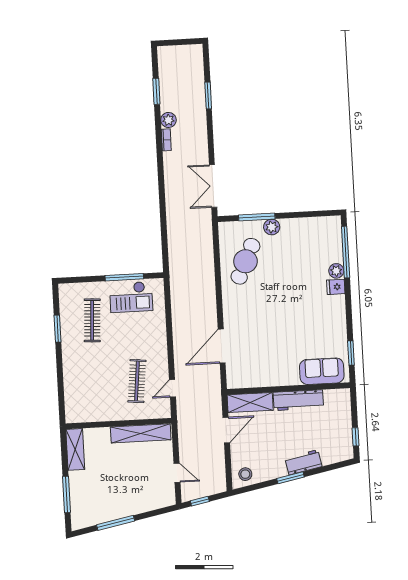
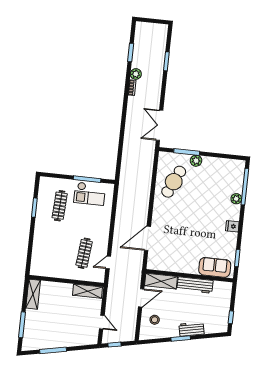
fridge: (336, 287) -> (232, 226), moved
shelving: (141, 433) -> (88, 291), width x0.68
stool: (245, 474) -> (155, 320), moved

